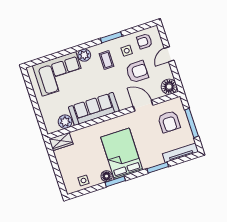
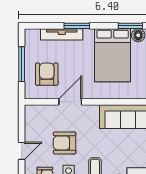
floor lamp: (169, 87) -> (34, 114), removed
door: (143, 106) -> (70, 102), swing flipped
tv unit: (180, 153) -> (62, 34), moved

